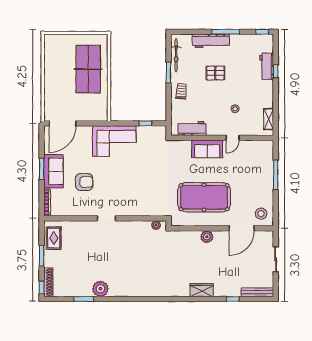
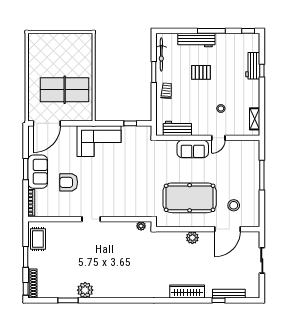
table tennis table: (88, 69) -> (65, 90), moved, turned 90
armchair: (84, 182) -> (69, 182), turned 180
stool: (261, 214) -> (234, 205), moved
wardrobe: (202, 290) -> (187, 291), width x1.50
bench: (257, 292) -> (229, 294), moved

